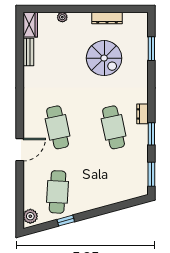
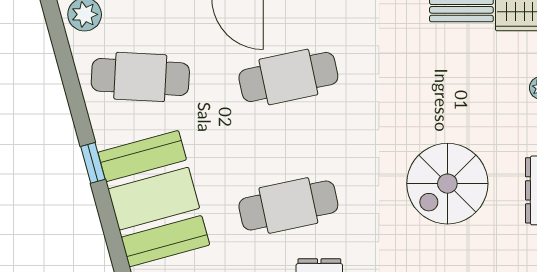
booth: (111, 186) -> (154, 199), added
window: (66, 221) -> (93, 163), moved

